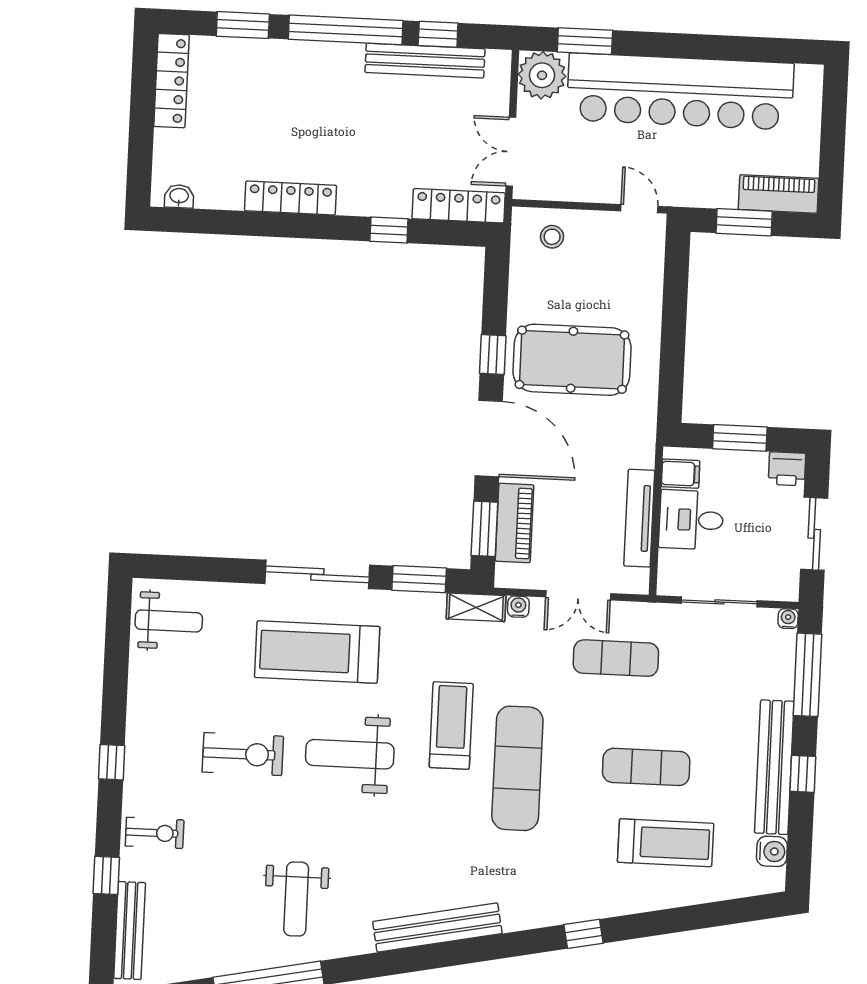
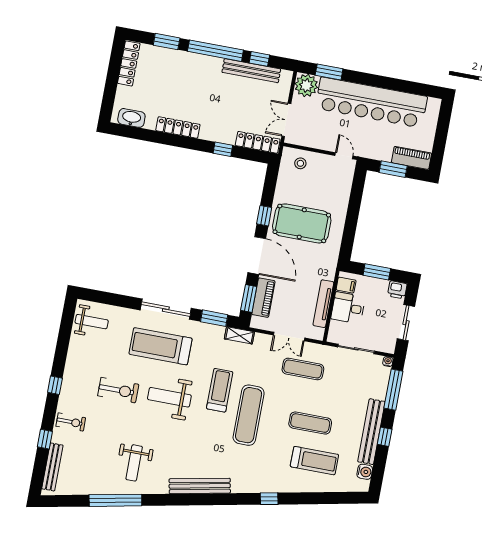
washbasin: (179, 196) -> (131, 118), width x1.91, depth x1.45
water cooler: (518, 607) -> (260, 338), removed

